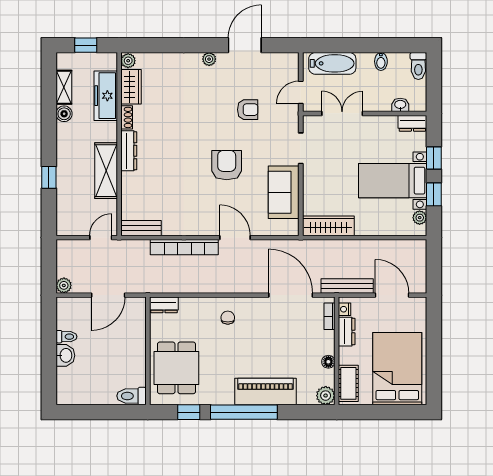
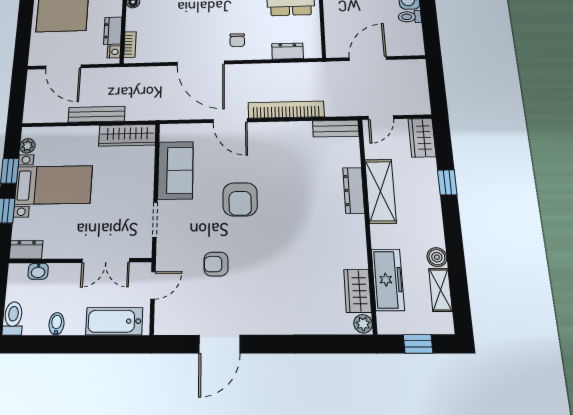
plant: (209, 59) -> (263, 326), removed
shoe rack: (127, 117) -> (360, 253), removed
dresser: (129, 151) -> (354, 190), moved
wardrobe: (66, 218) -> (422, 138), added
plant: (64, 285) -> (418, 67), removed
bench: (347, 286) -> (97, 114), moved
door: (291, 295) -> (201, 63), moved
dresser: (164, 305) -> (288, 51), moved

